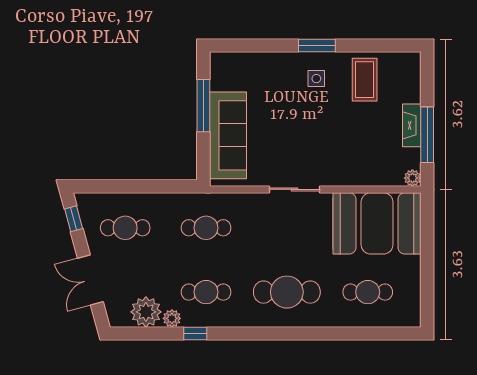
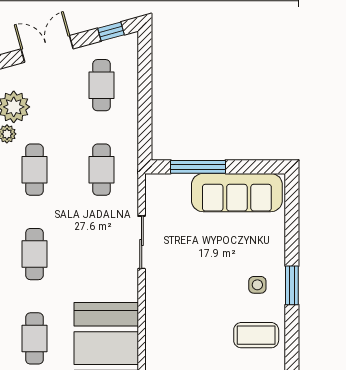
window: (203, 106) -> (198, 167), moved
sofa: (228, 135) -> (237, 193), moved
sliding door: (295, 189) -> (142, 242), moved
cafe table: (287, 292) -> (34, 254), width x0.73, depth x0.74

